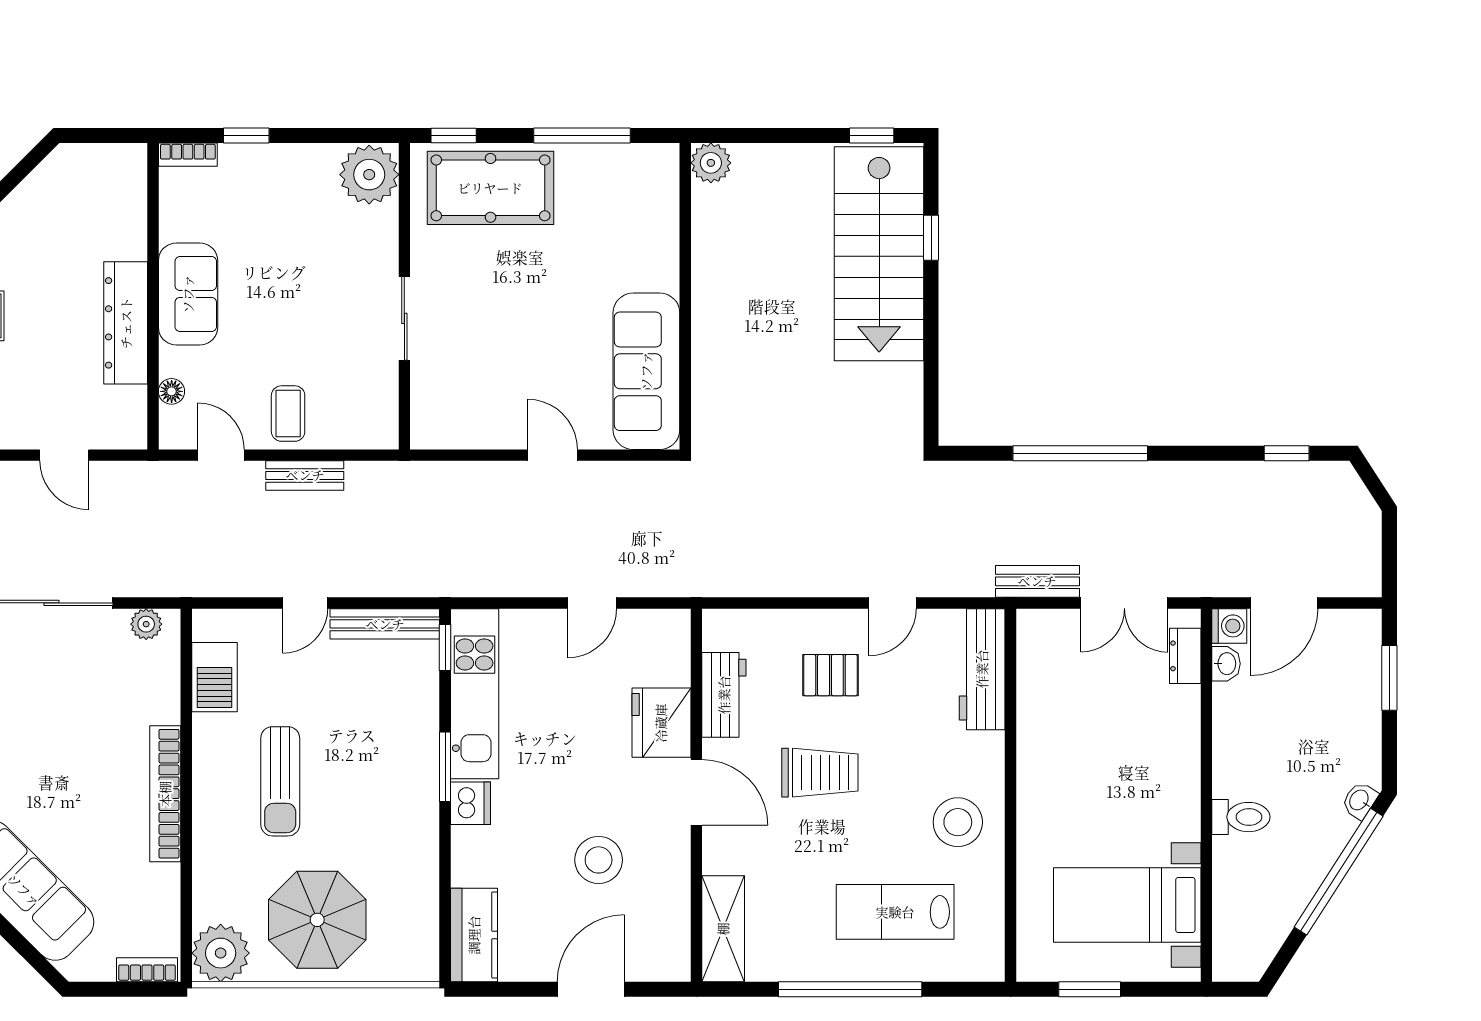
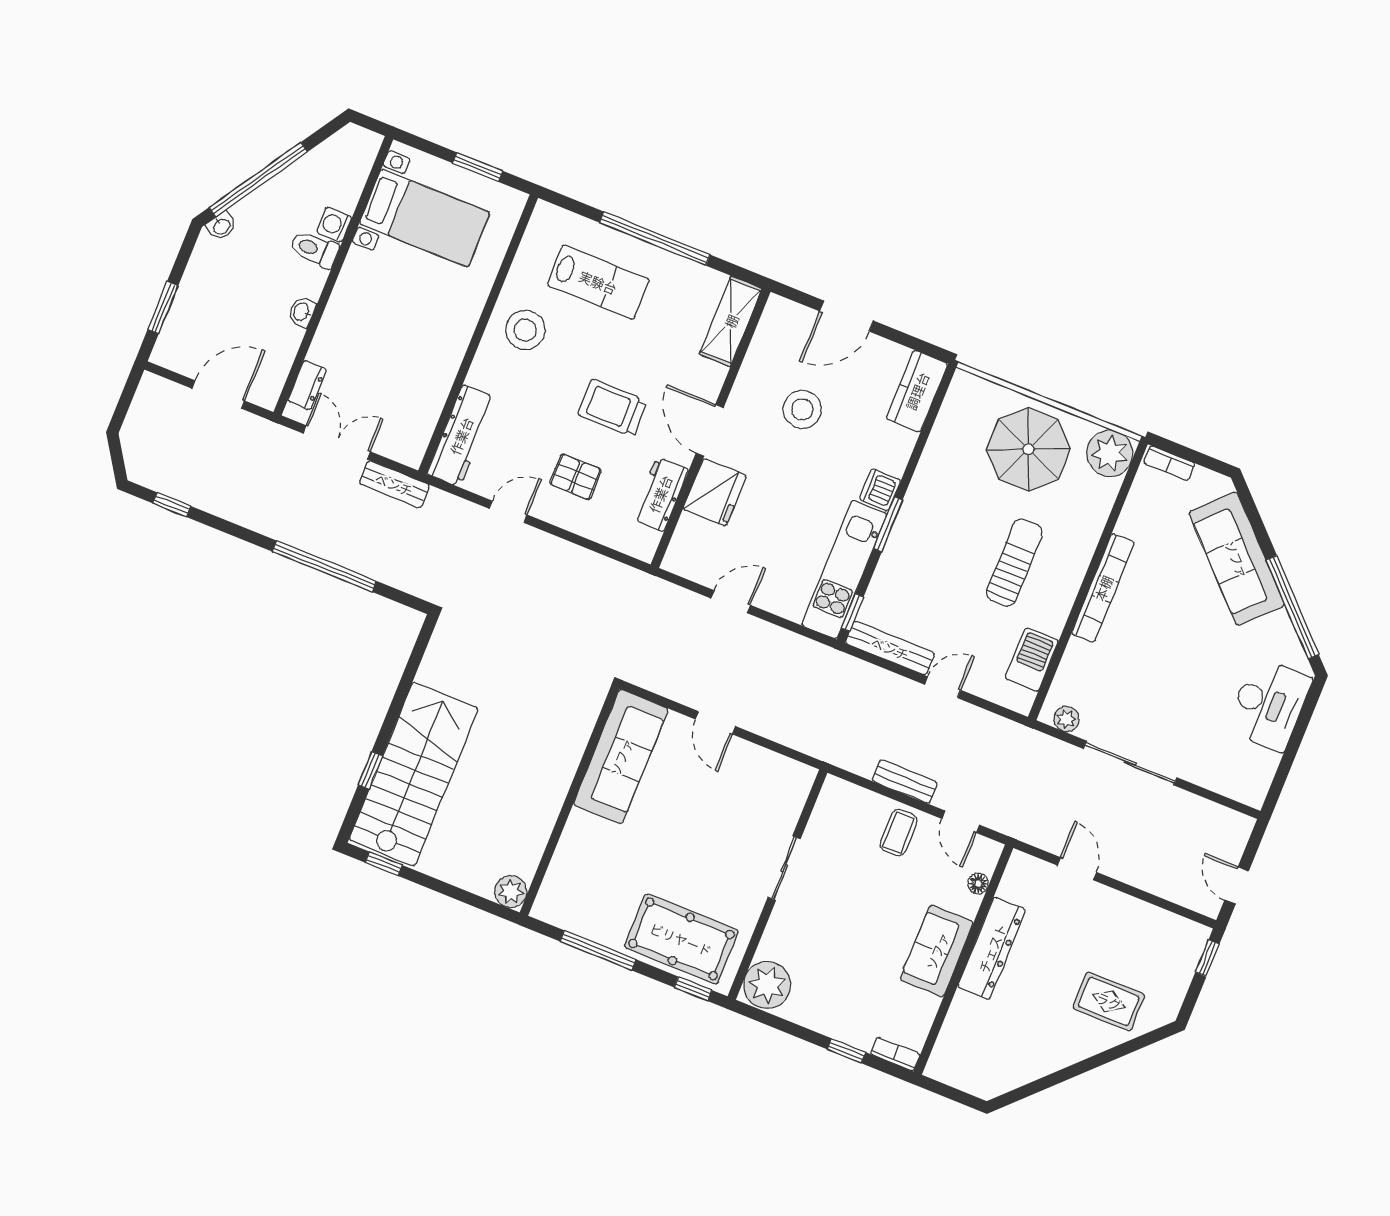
washing machine: (1229, 626) -> (334, 225), moved
washbasin: (1226, 664) -> (302, 312), moved

